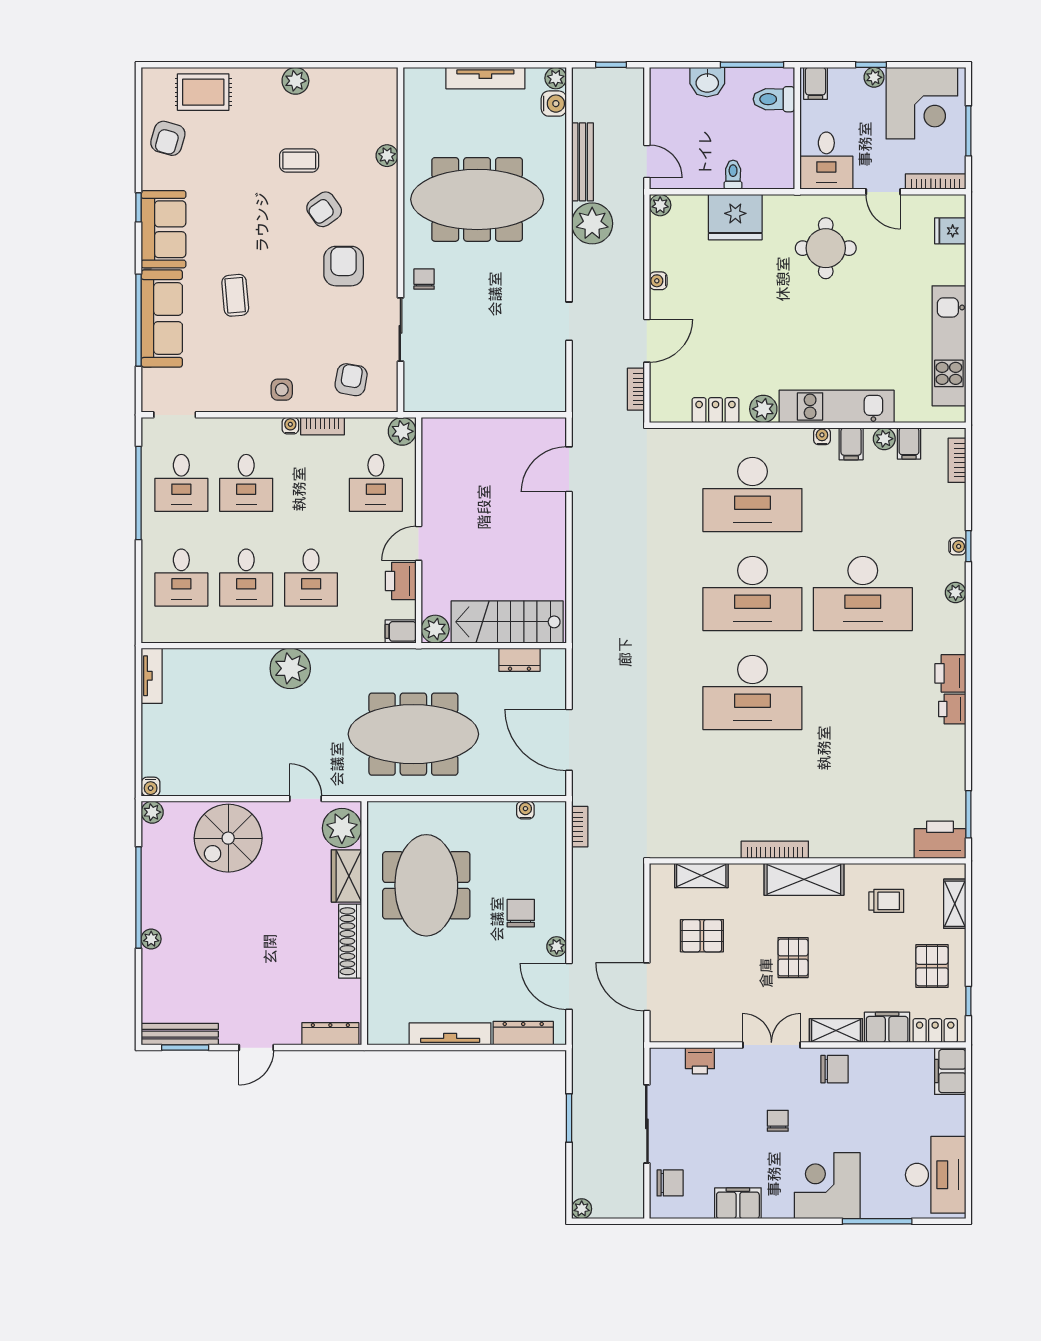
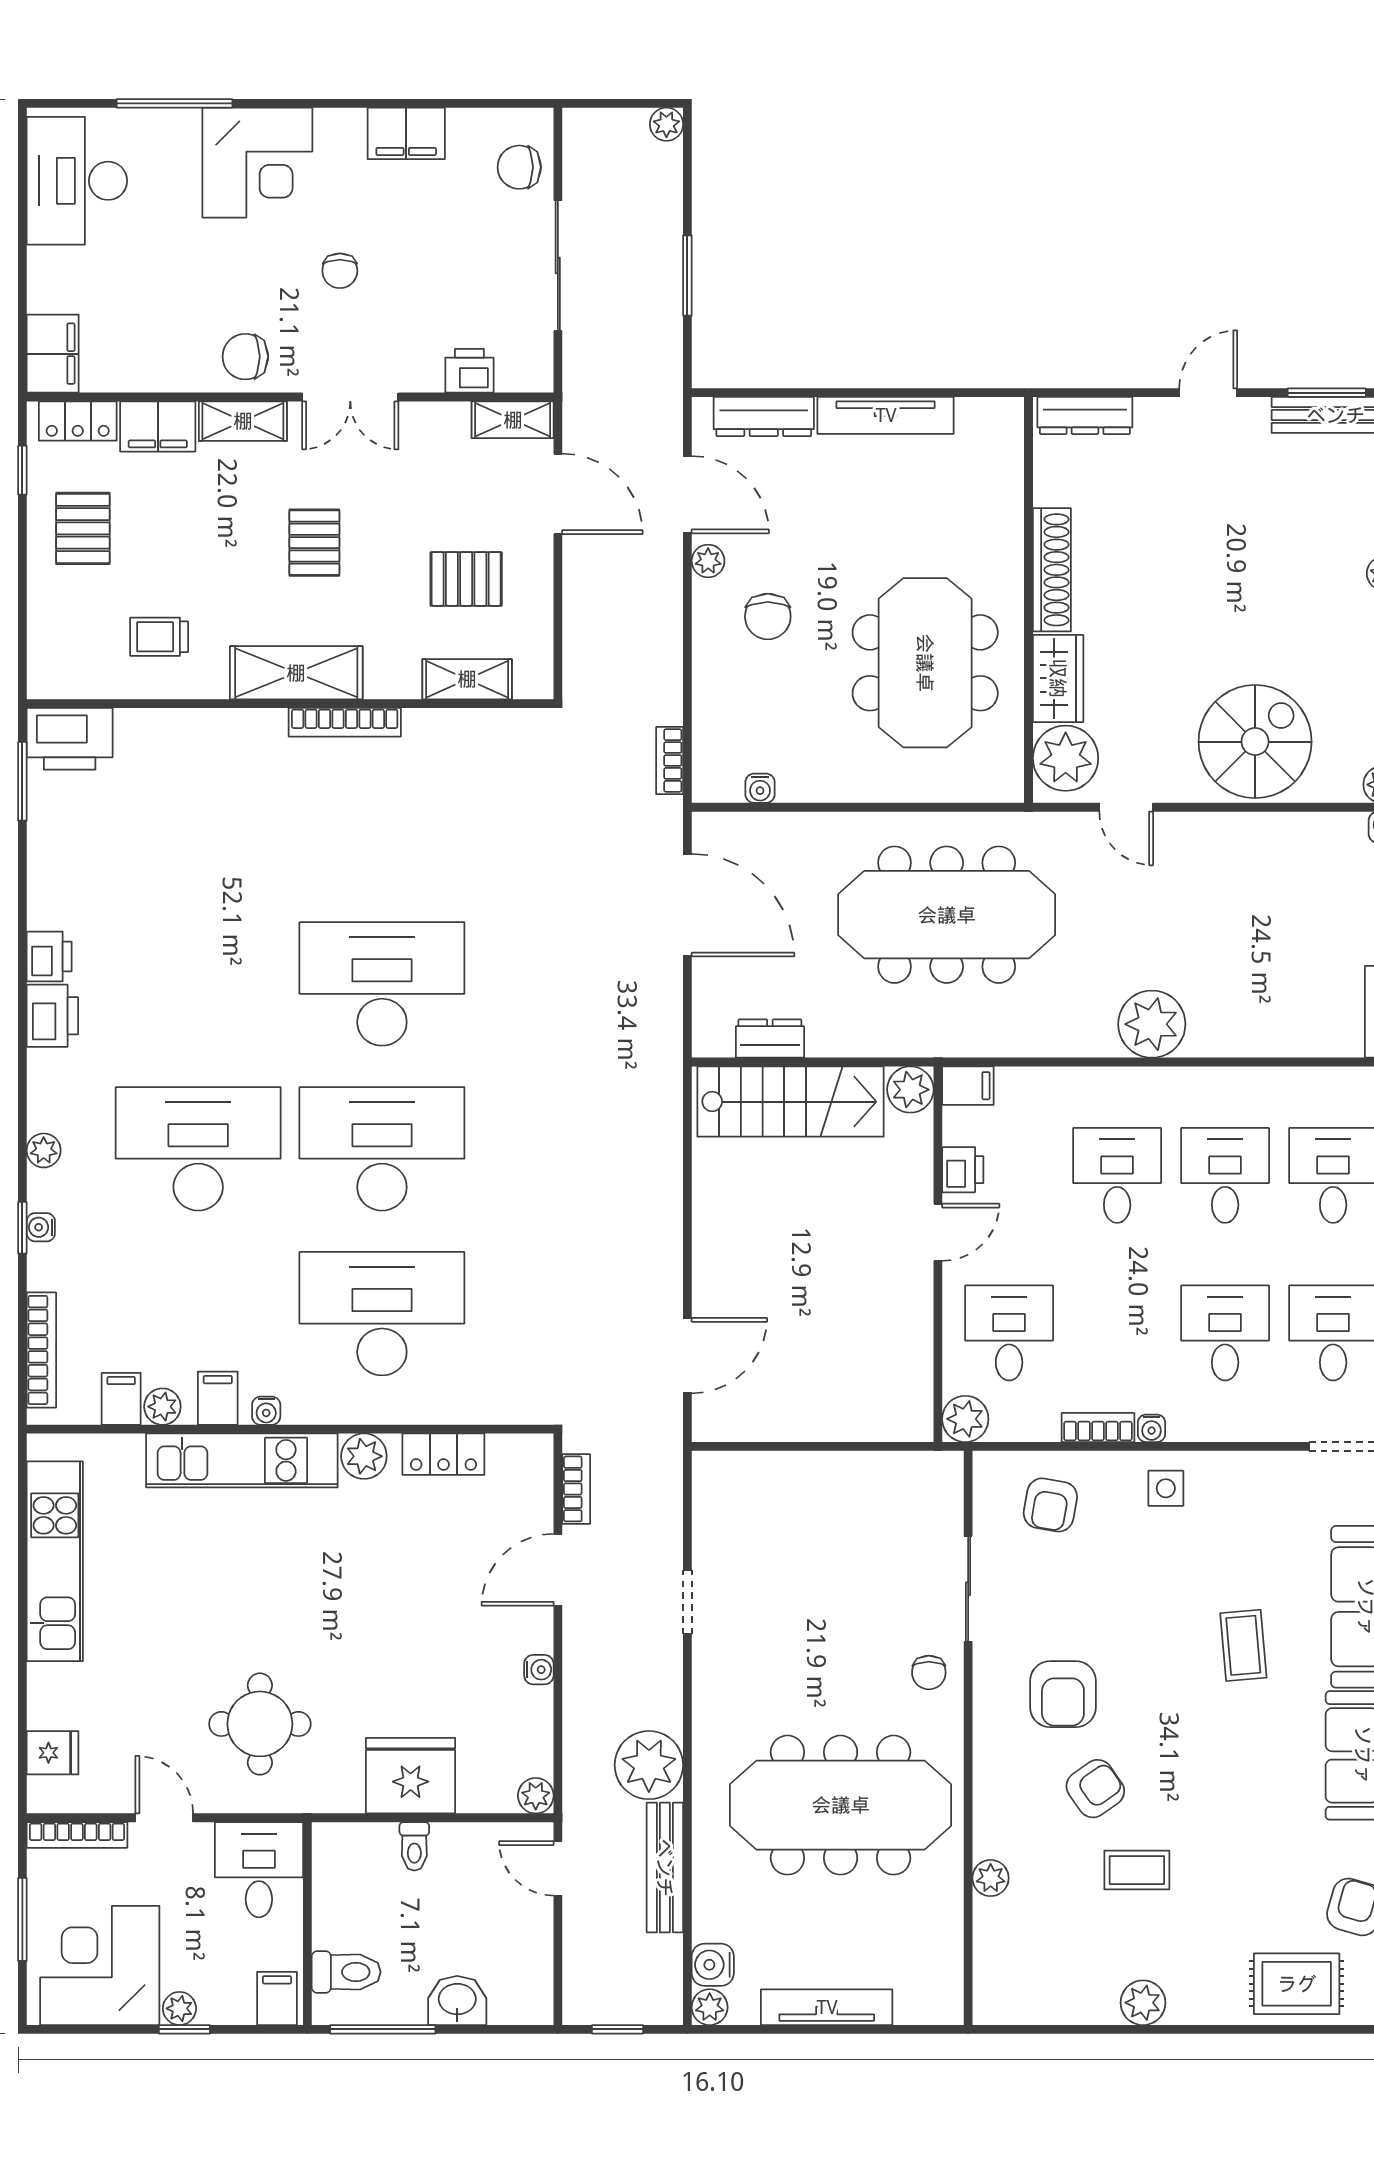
bookcase: (957, 460) -> (41, 1350), width x1.56
printer: (401, 581) -> (963, 1170), width x0.73, depth x0.81
shelving: (955, 904) -> (513, 420), moved, turned 90

